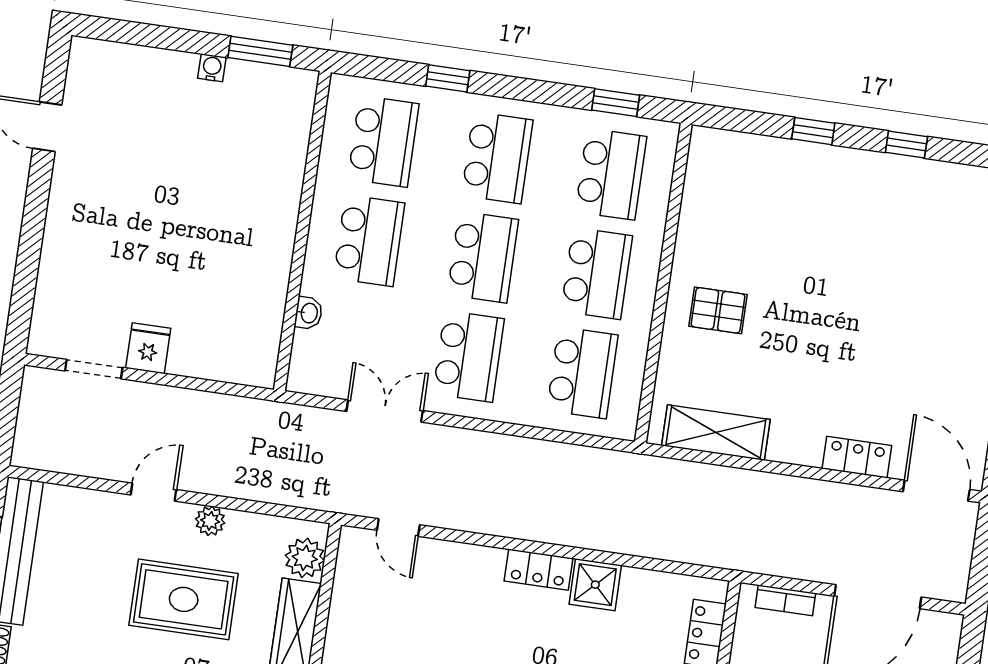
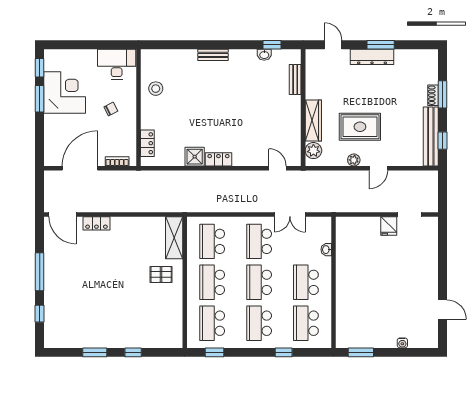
water cooler: (212, 68) -> (402, 343), moved
window: (906, 145) -> (95, 352), width x1.50
shelving: (716, 432) -> (174, 238), moved, turned 90

